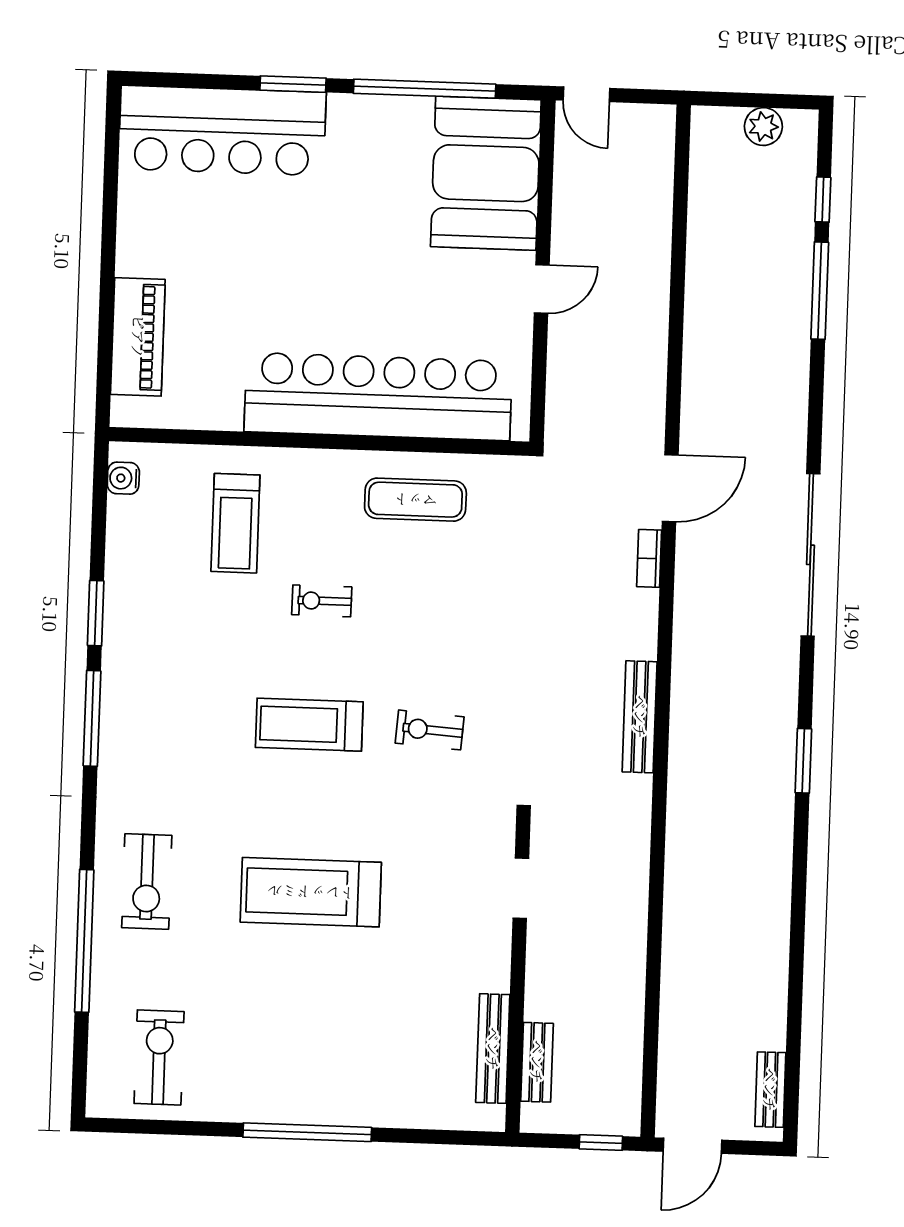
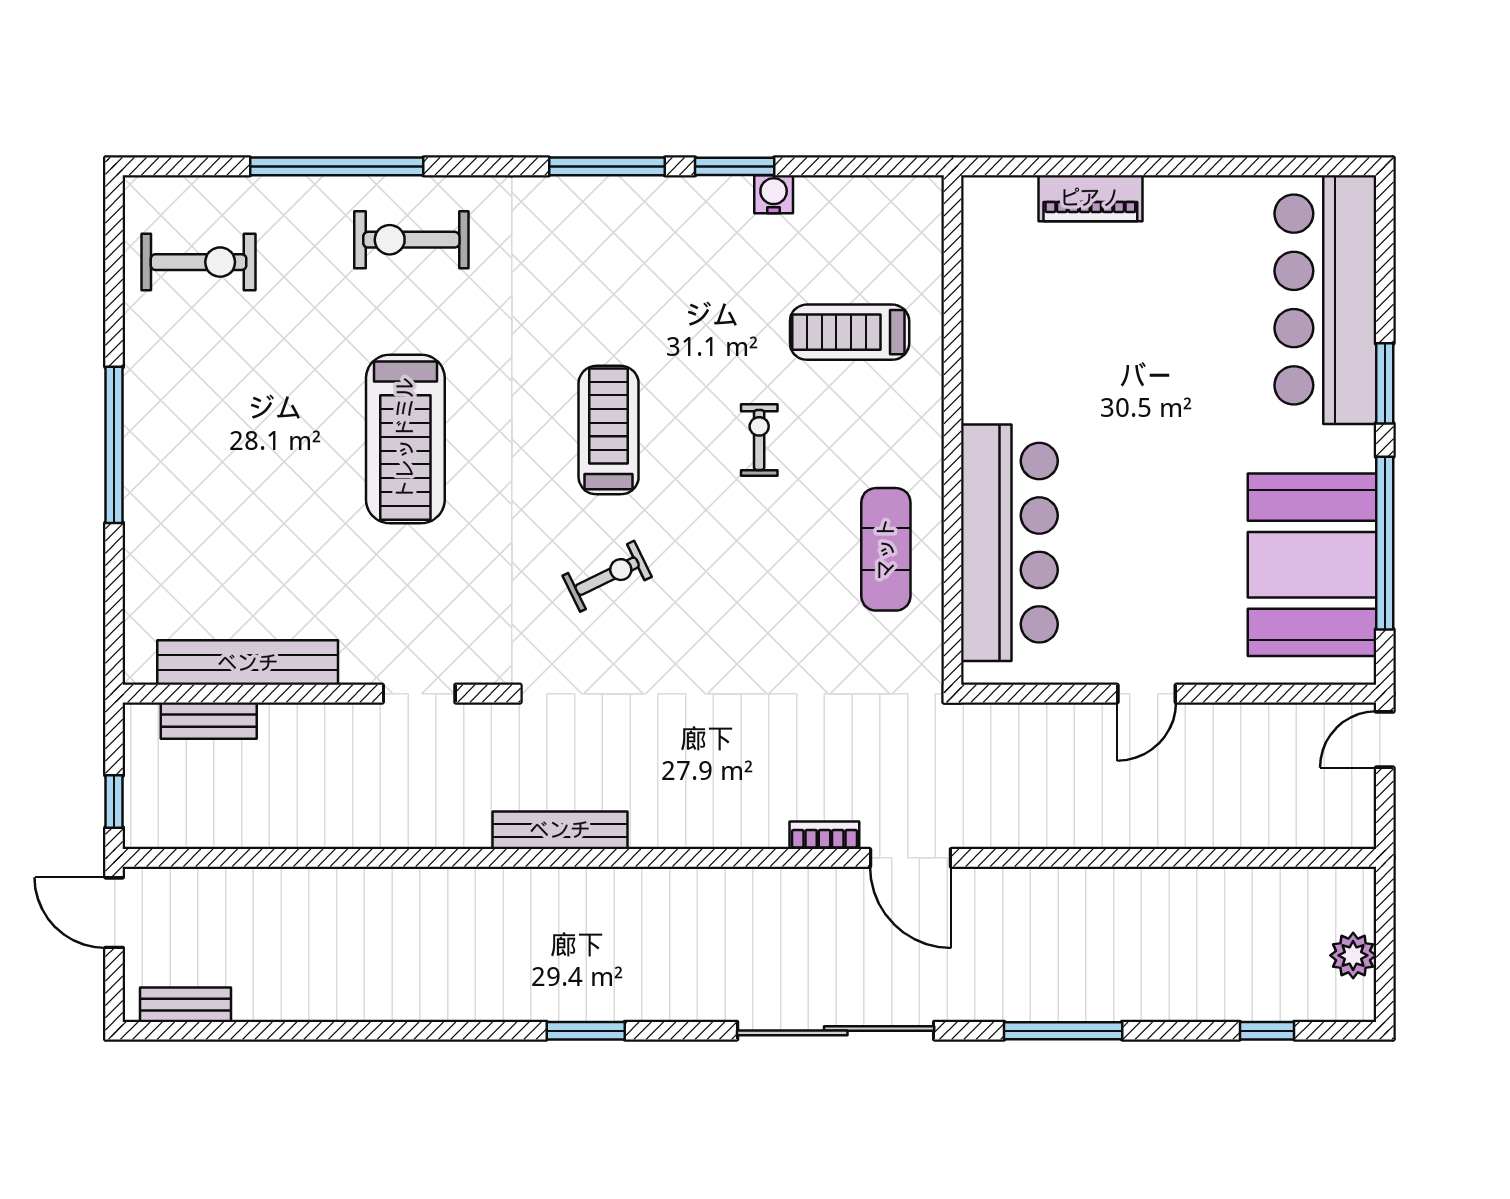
booth: (486, 173) -> (1312, 565), moved, turned 90
door: (542, 289) -> (1147, 694), hinge flipped
window: (820, 291) -> (1063, 1031), moved
piano: (138, 337) -> (1090, 198), width x0.73, depth x0.75
bar counter: (378, 397) -> (1009, 543), width x0.73
water cooler: (123, 478) -> (774, 194), moved
bench: (640, 717) -> (560, 830), moved
exercise bike: (430, 730) -> (607, 576), turned 60
treadmill: (311, 892) -> (405, 439), turned 180
bench: (493, 1049) -> (248, 663), width x1.37, depth x1.21

